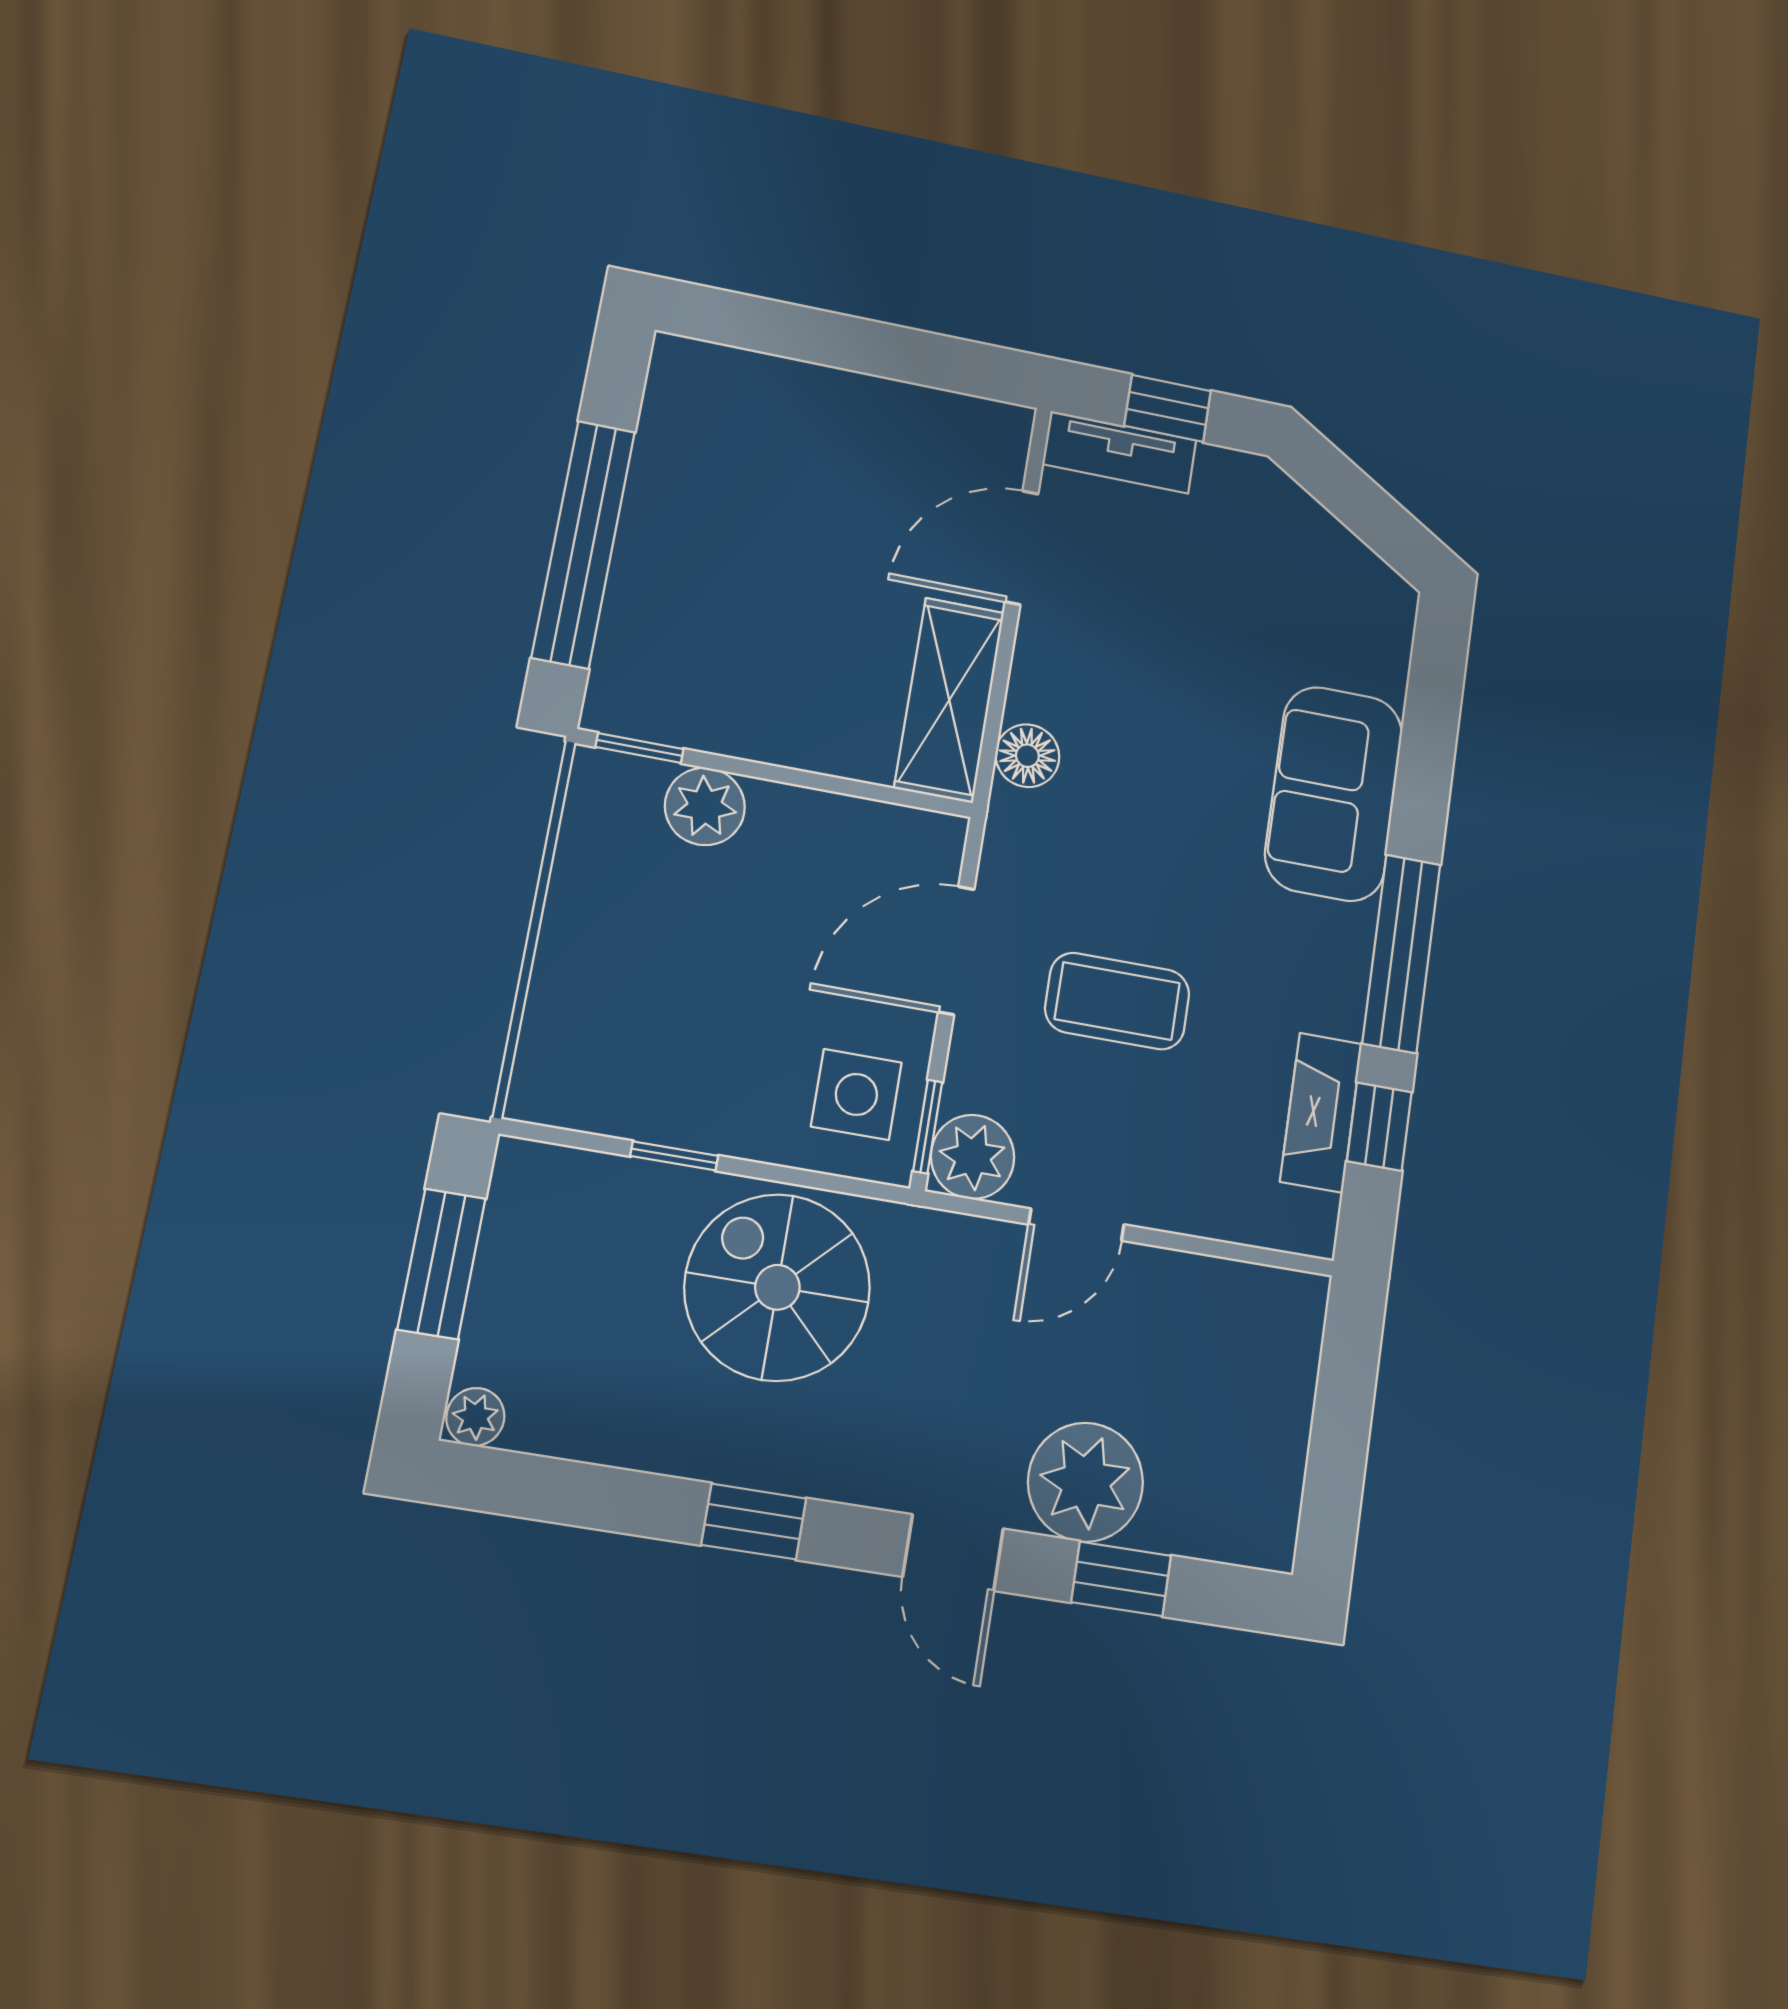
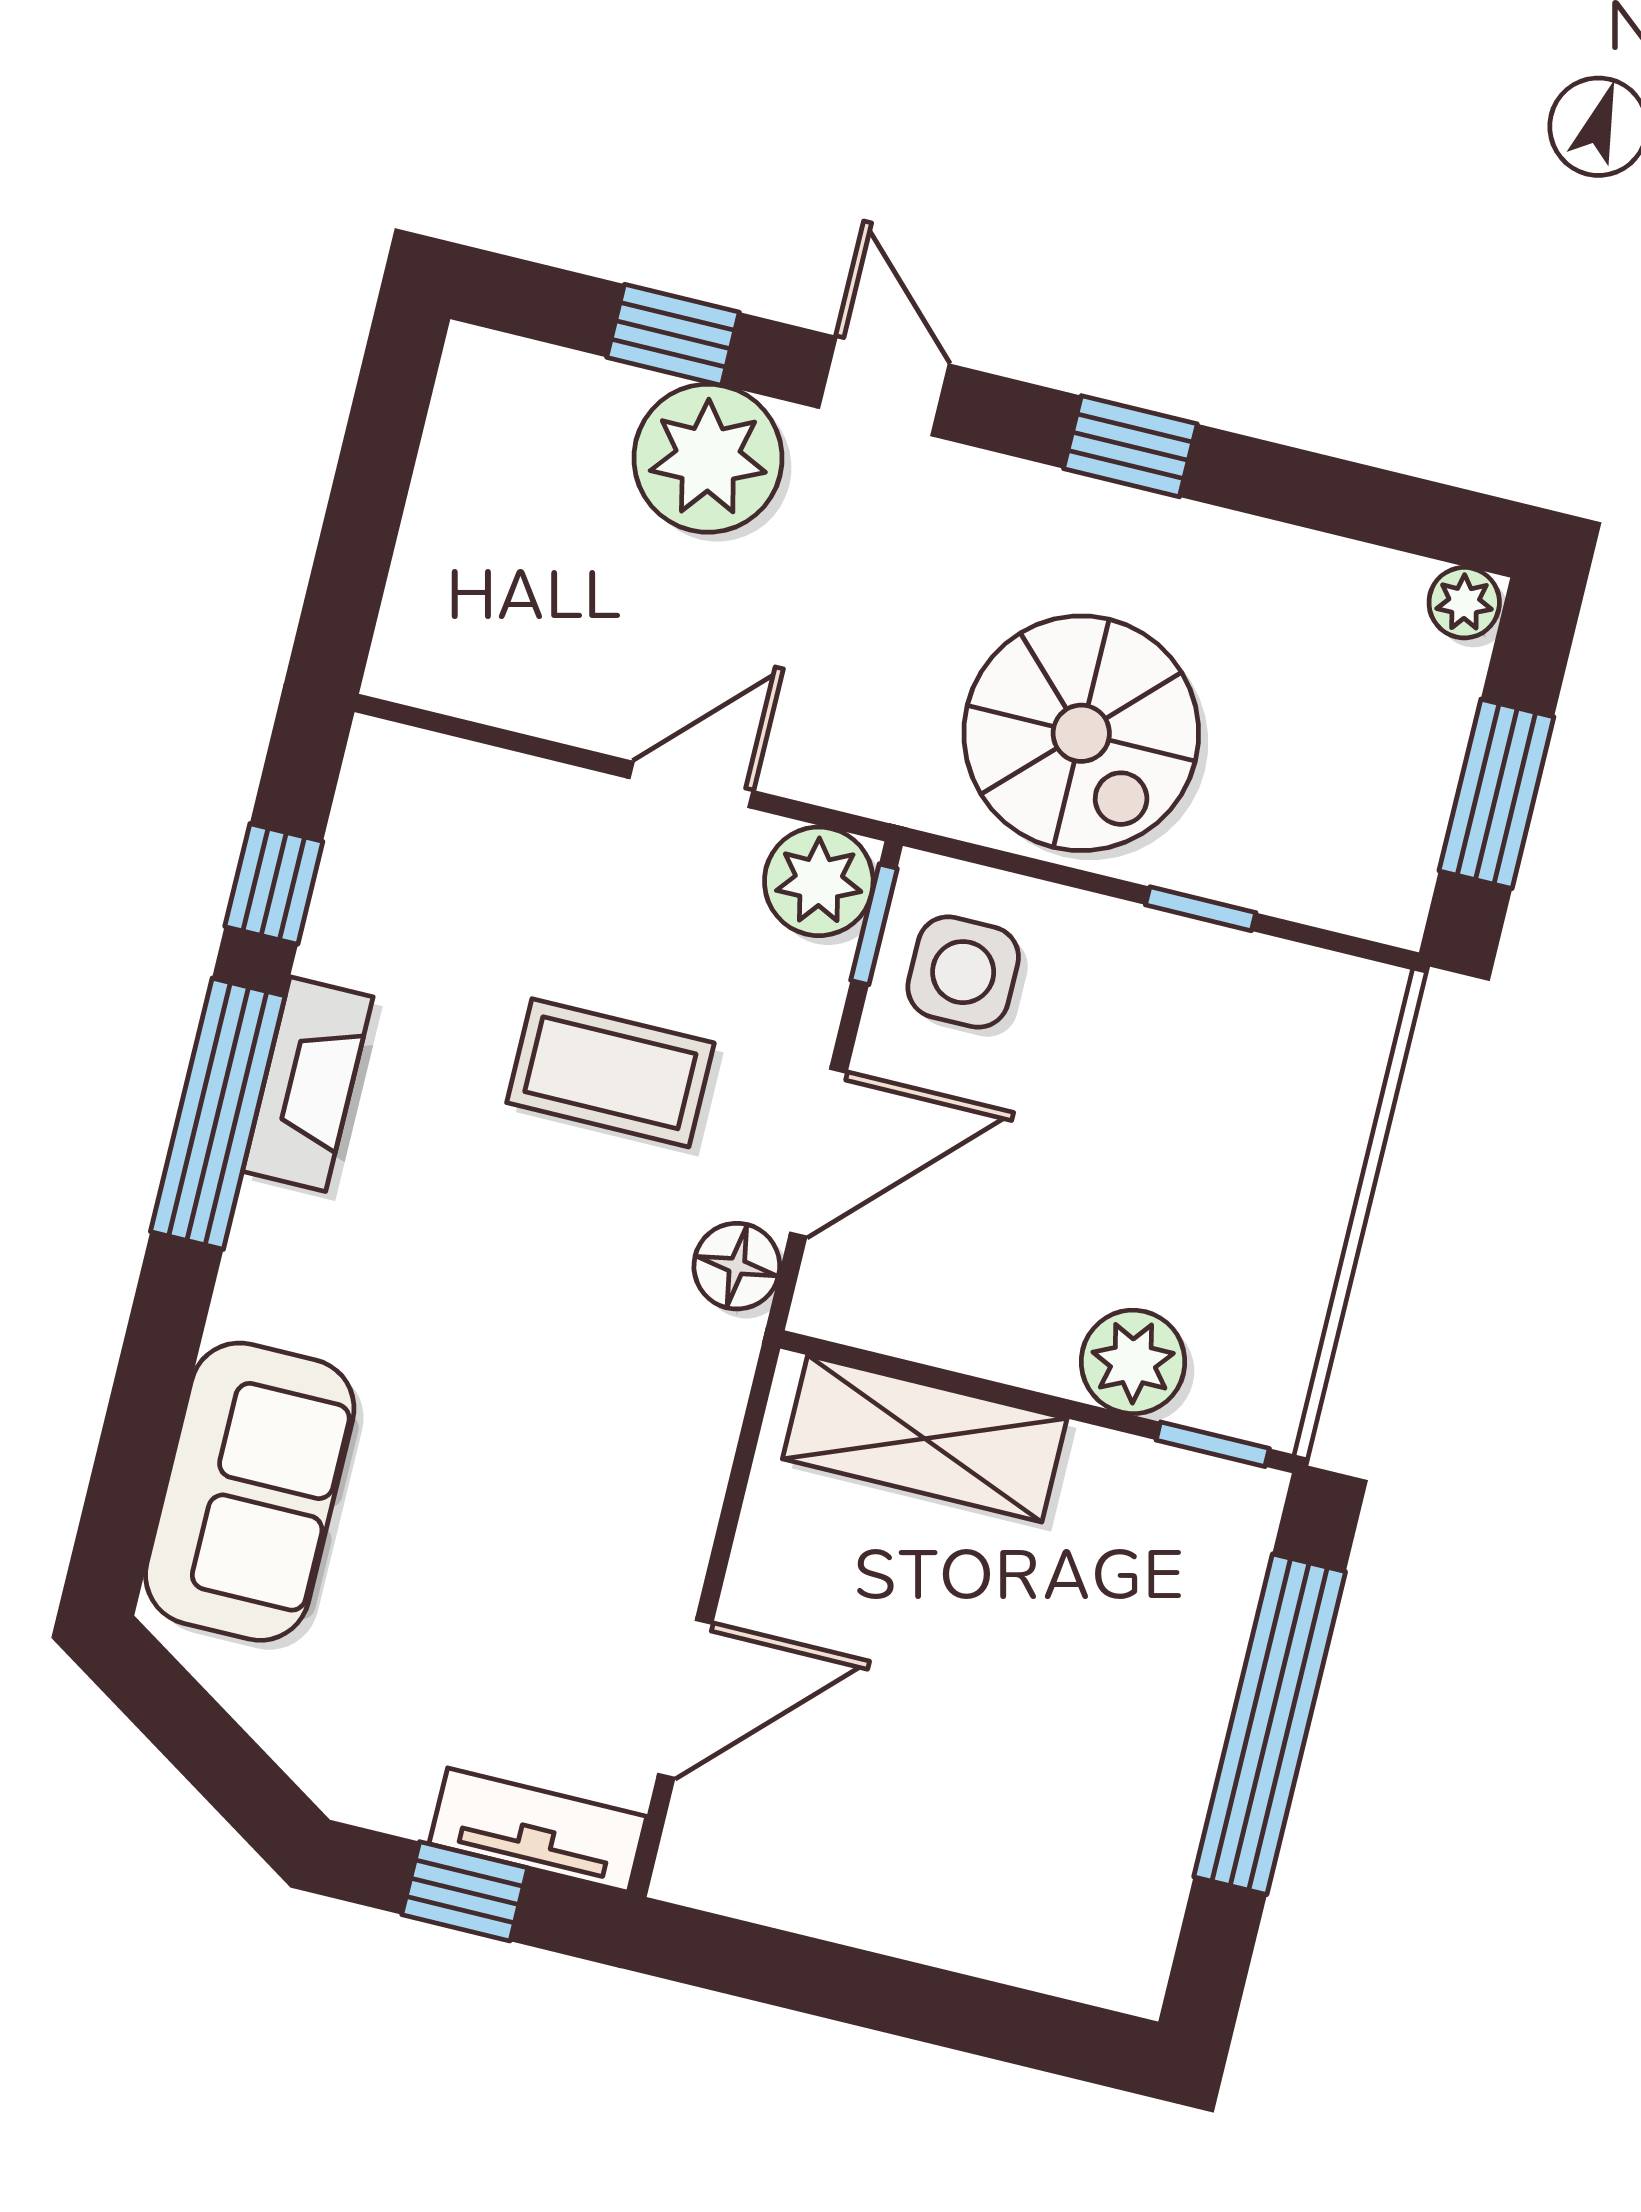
shelving: (949, 700) -> (925, 1439), moved, turned 90
floor lamp: (1027, 756) -> (737, 1266), moved
sofa: (1334, 794) -> (250, 1492), moved
fireplace: (1321, 1113) -> (308, 1084), moved

